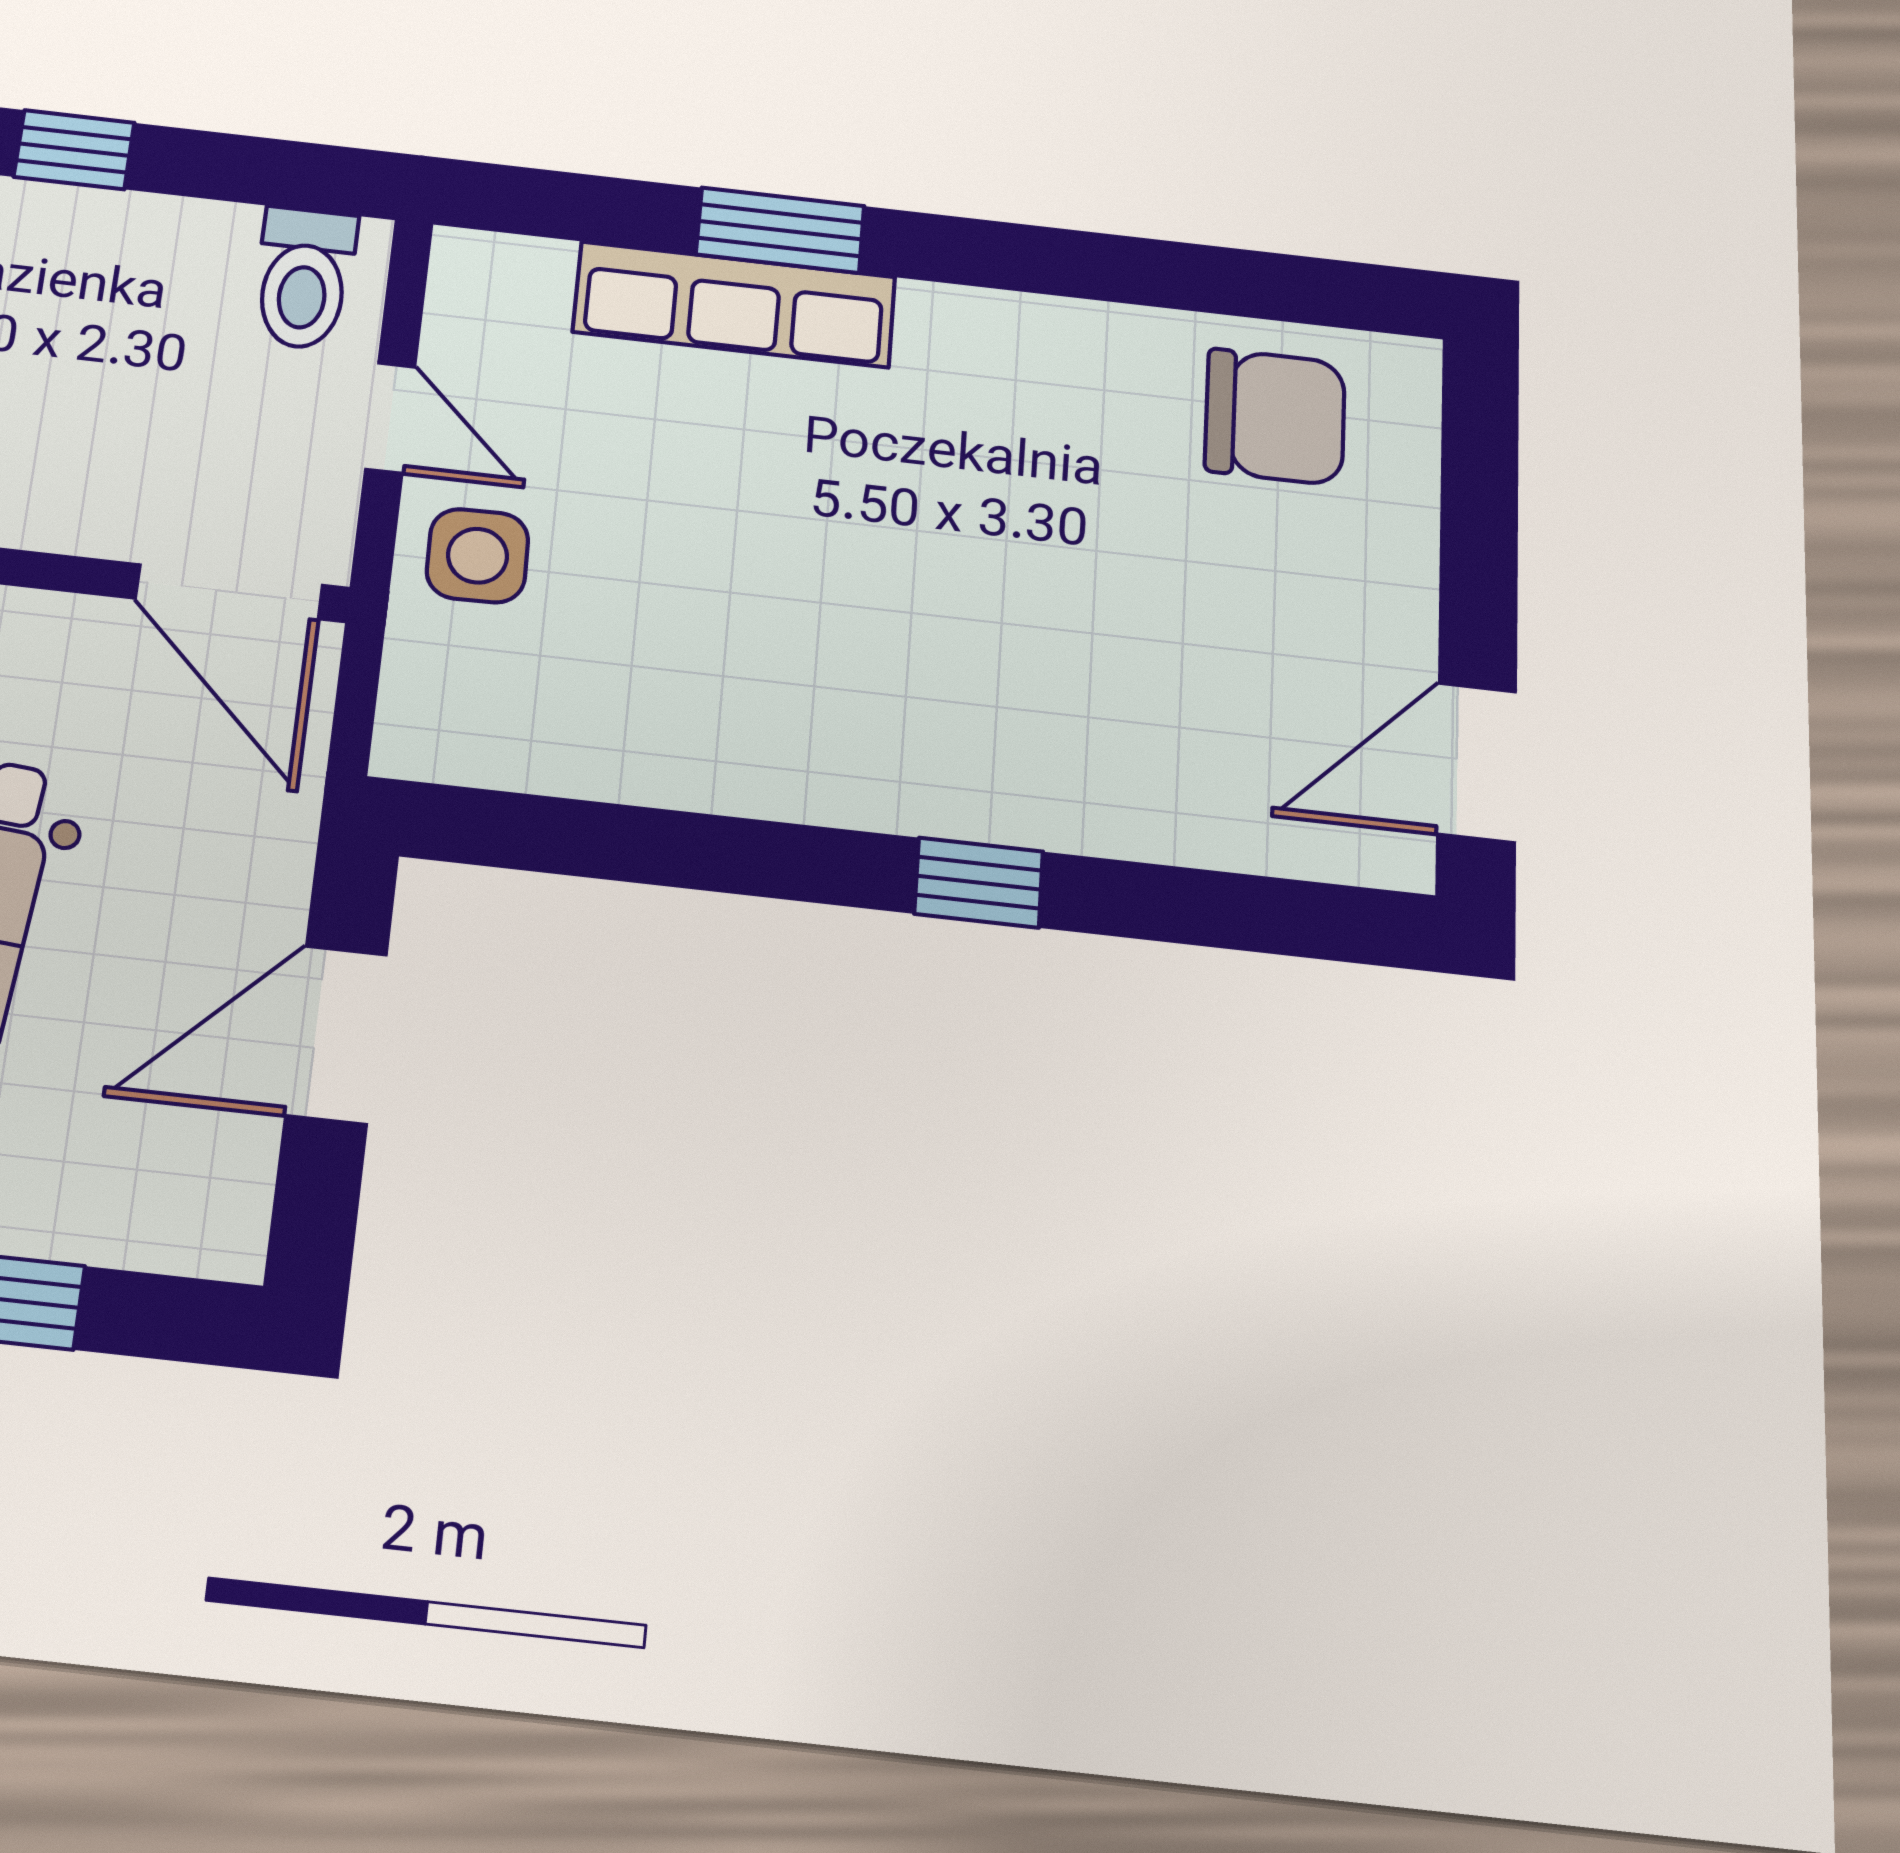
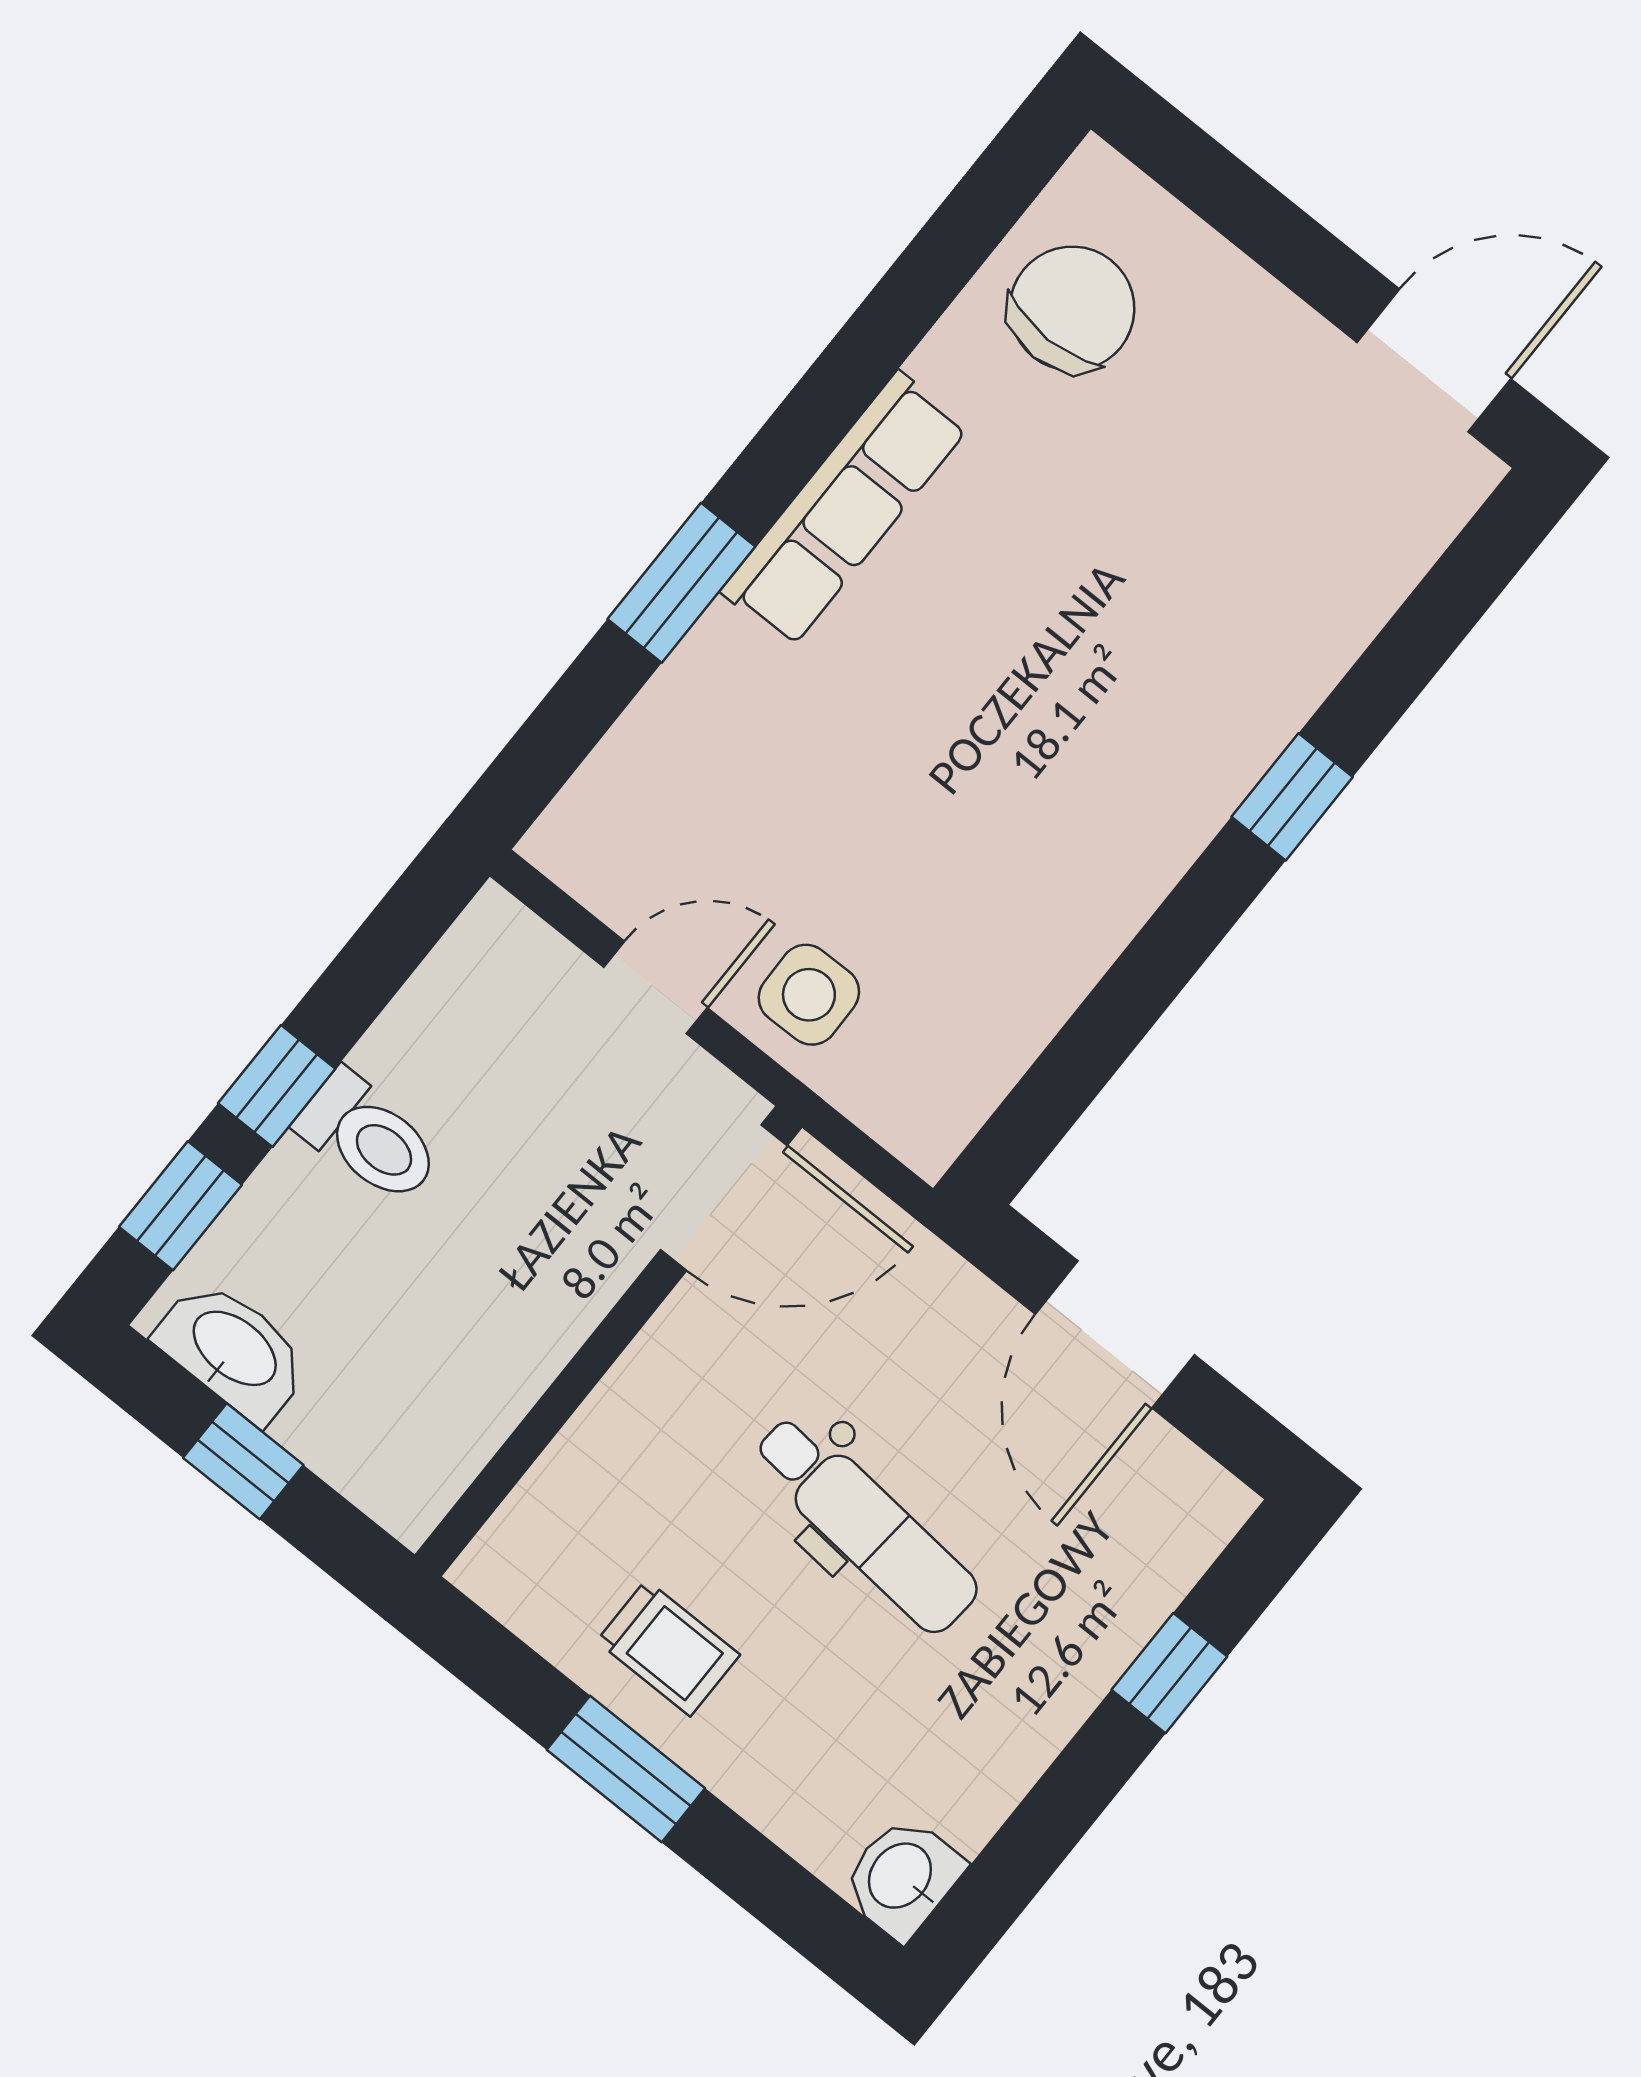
toilet: (304, 278) -> (369, 1138), moved
row of seats: (734, 304) -> (845, 509), moved
door: (1477, 762) -> (1434, 361), swing flipped

